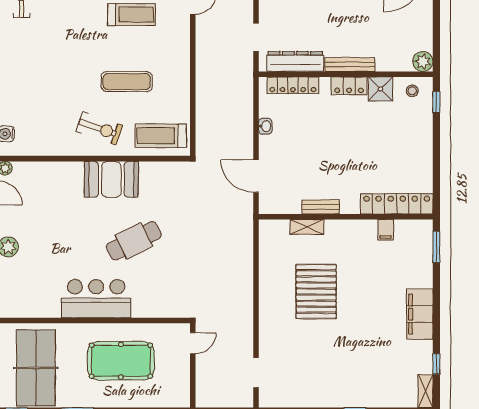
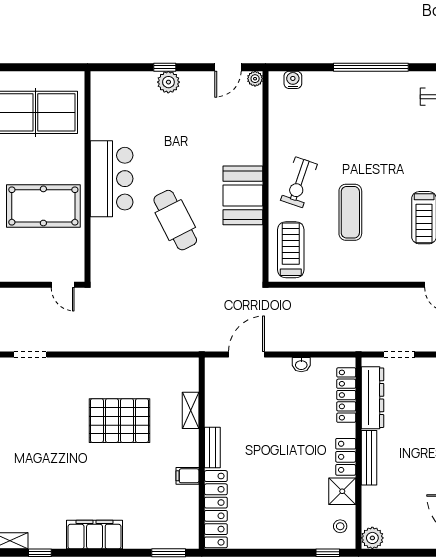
bench: (321, 207) -> (212, 448), moved
filing cabinet: (386, 230) -> (187, 476), moved
pool table: (121, 361) -> (43, 206), turned 90

